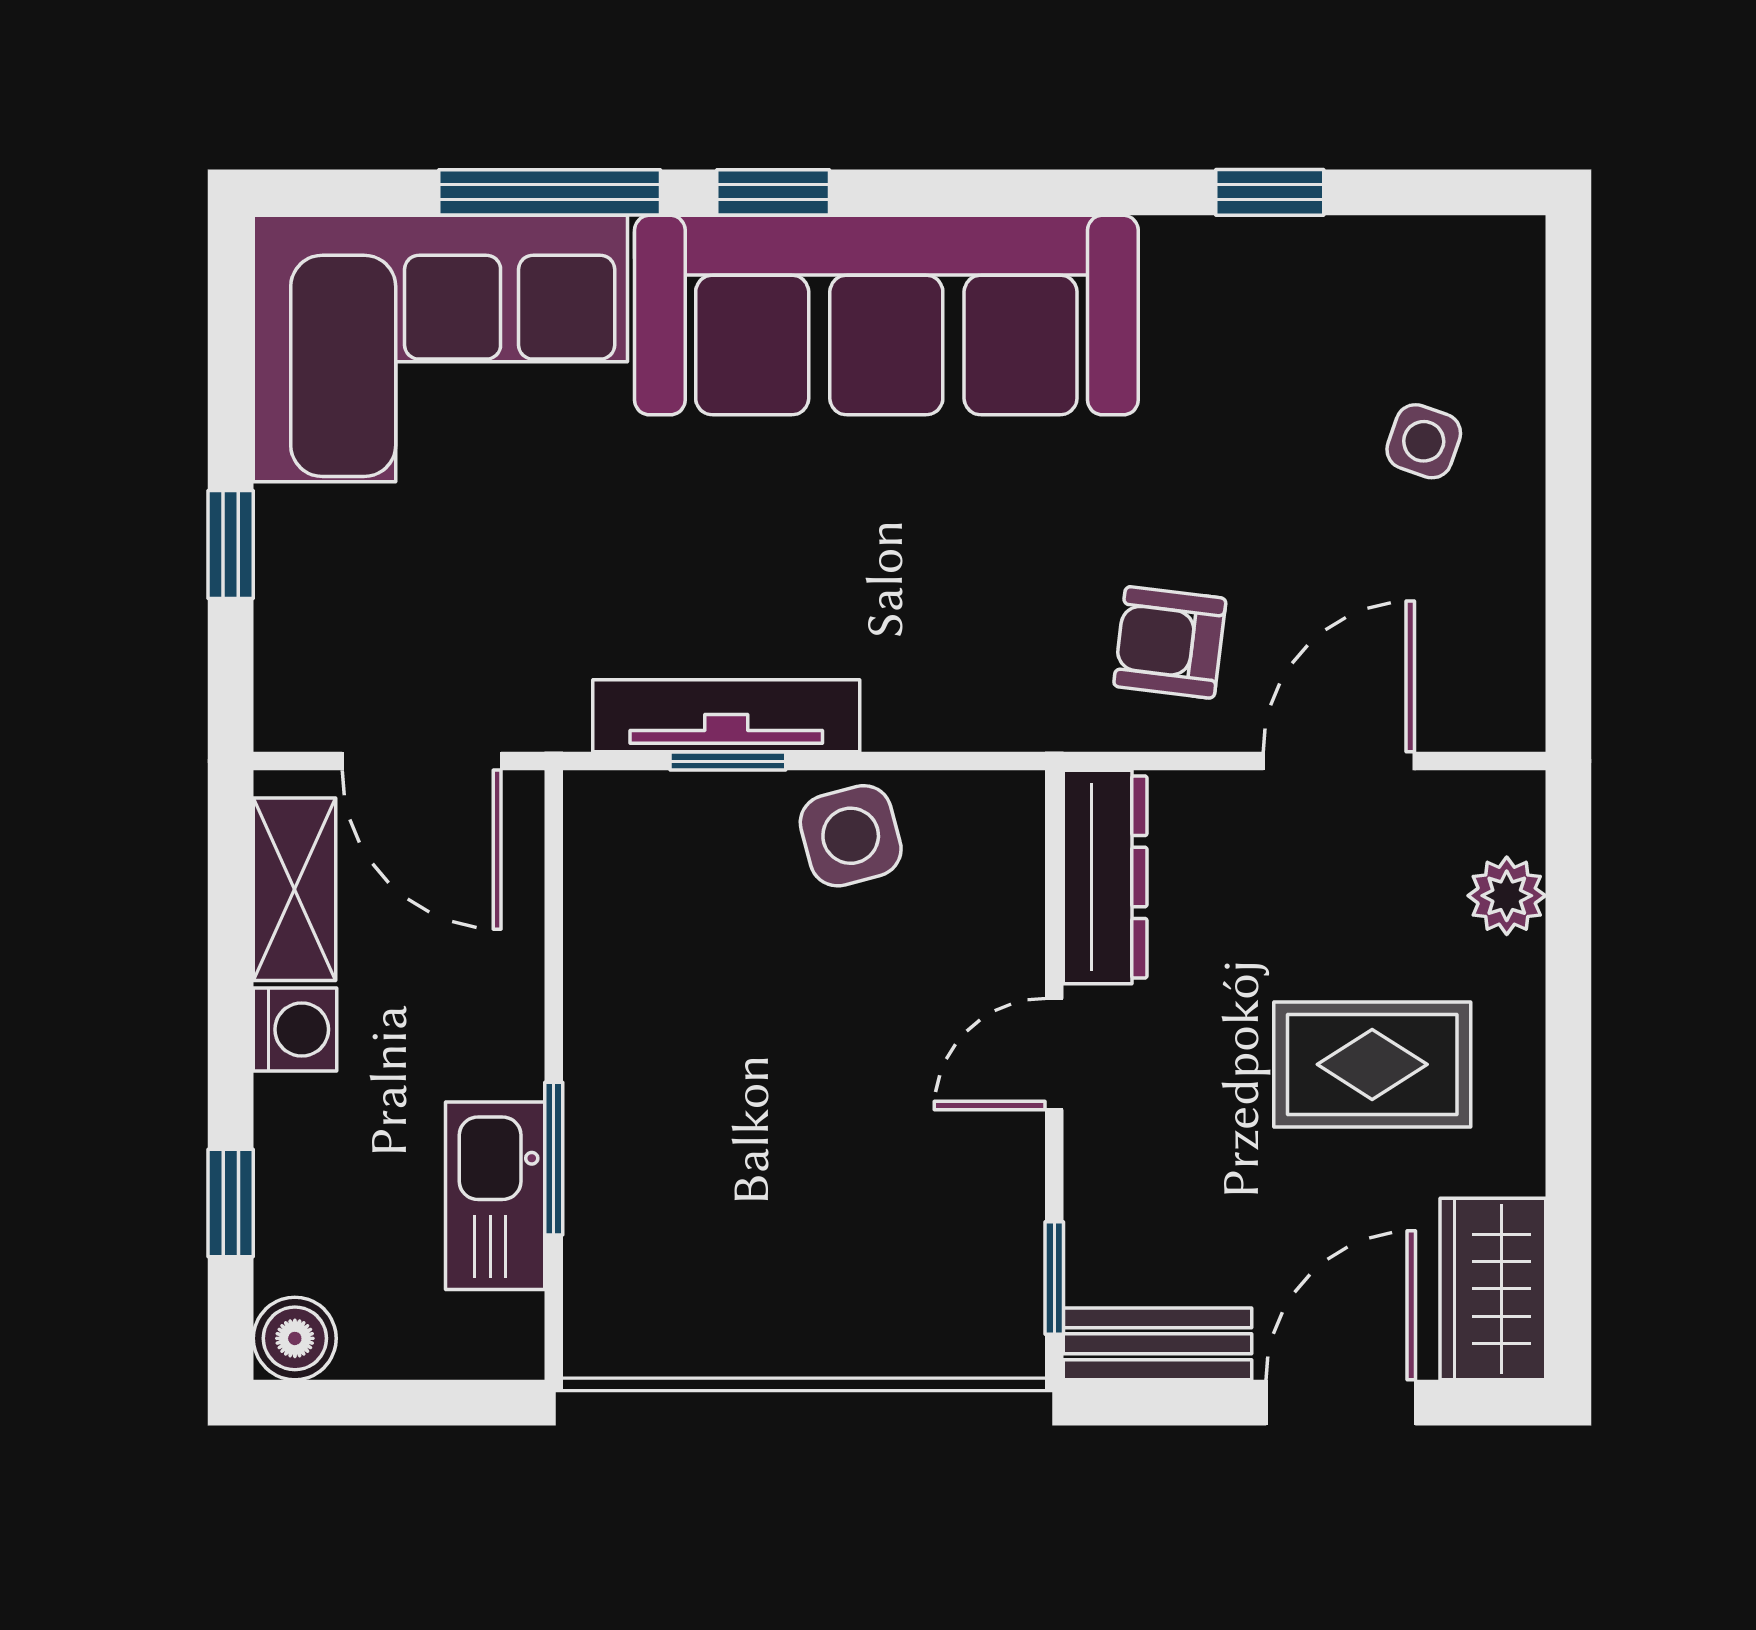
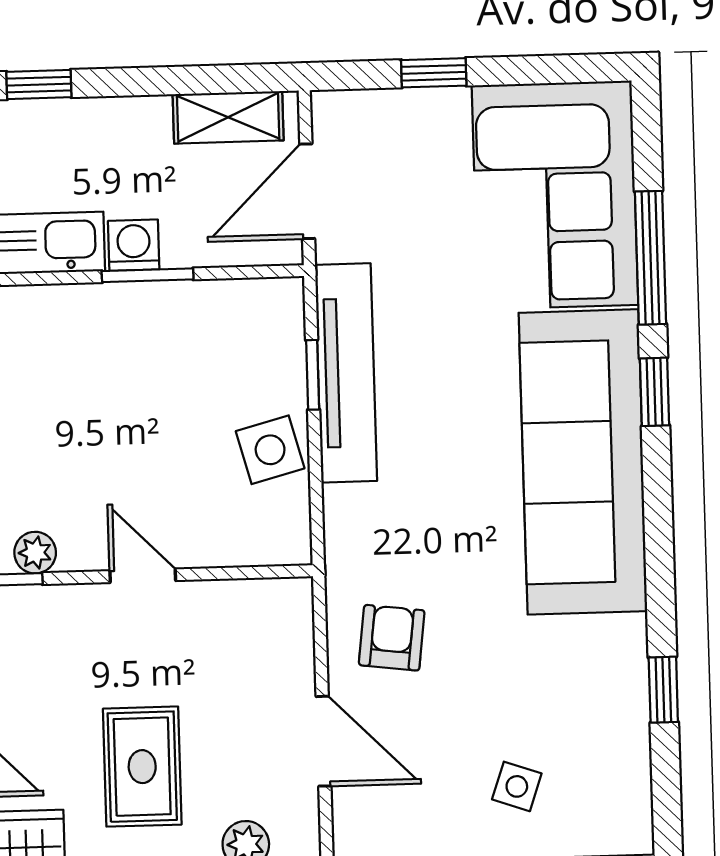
tv unit: (726, 716) -> (346, 373), width x1.36, depth x1.29
dresser: (1105, 877) -> (250, 603), removed
washing machine: (295, 1029) -> (134, 245), moved, turned 180
window: (554, 1159) -> (148, 275), moved
plant: (1010, 1232) -> (35, 553), added

